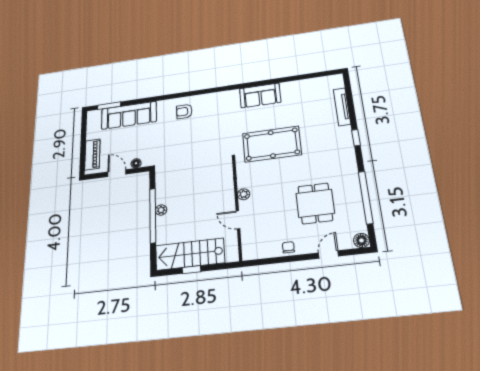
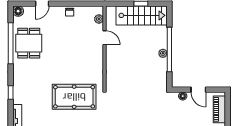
plant: (244, 194) -> (99, 19), moved
dining table: (315, 203) -> (29, 43), moved

